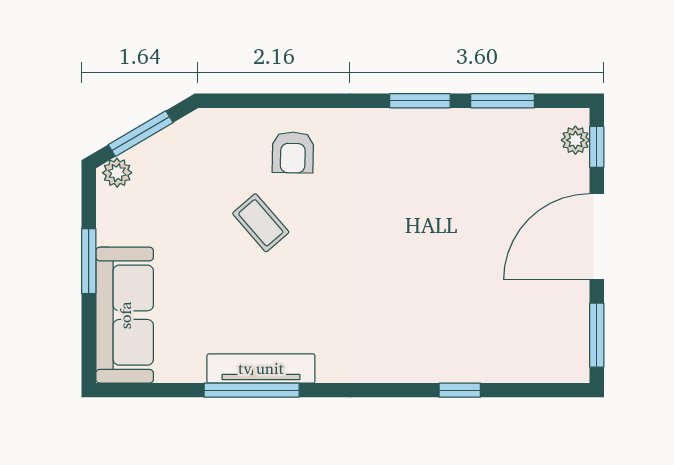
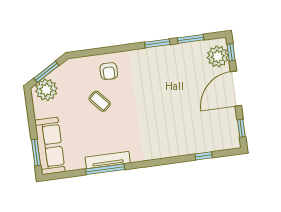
plant: (575, 140) -> (218, 56), width x1.88, depth x1.88
plant: (117, 173) -> (46, 90), width x1.88, depth x1.88
window: (89, 261) -> (36, 153), moved
window: (597, 335) -> (241, 128), width x0.67
window: (460, 390) -> (204, 156), moved

